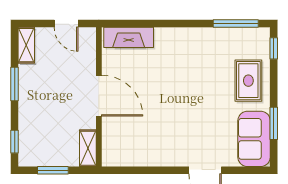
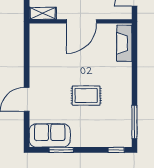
rug: (248, 81) -> (86, 96), moved

